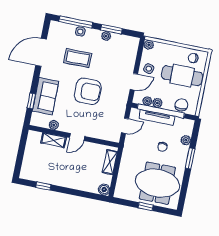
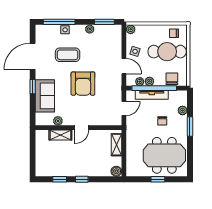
window: (111, 29) -> (104, 22), moved
door: (134, 82) -> (124, 66), hinge flipped
armchair: (88, 91) -> (83, 84), turned 90
window: (31, 101) -> (33, 87), moved
window: (66, 191) -> (82, 179), added

